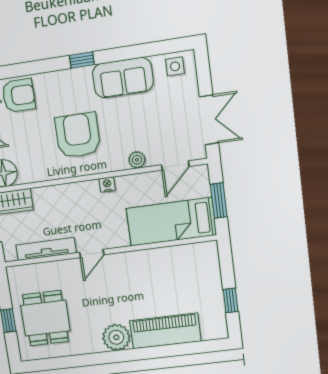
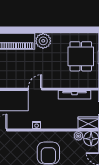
plant: (137, 160) -> (78, 136), moved
door: (92, 253) -> (35, 89), moved

